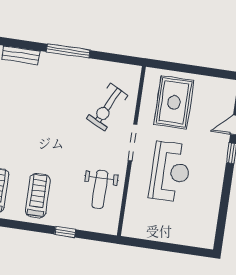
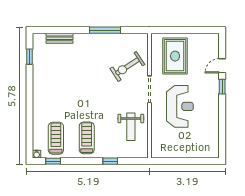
window: (68, 51) -> (105, 30), moved
exercise bike: (107, 107) -> (127, 67), turned 31

